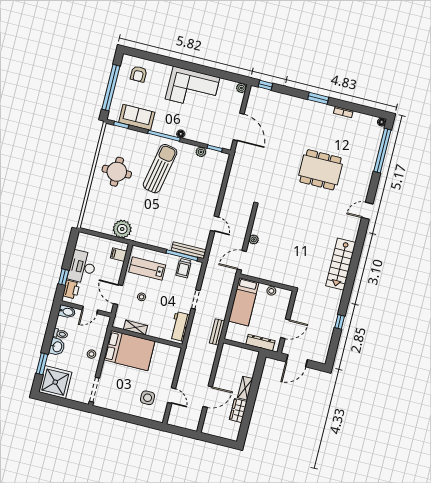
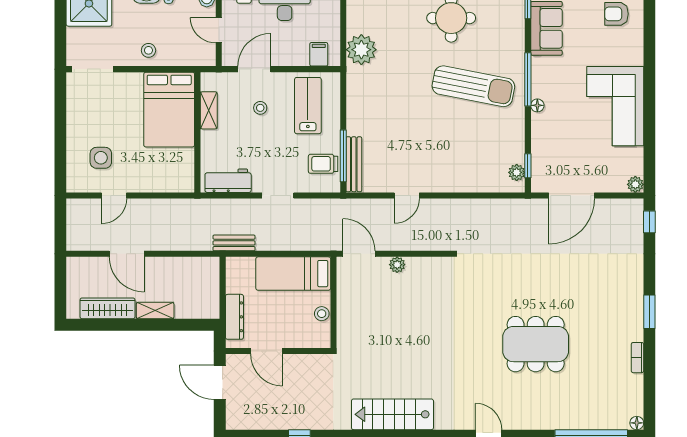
plant: (201, 152) -> (517, 172), moved
dining table: (321, 170) -> (536, 344), turned 90
wardrobe: (238, 411) -> (108, 308), width x1.50

